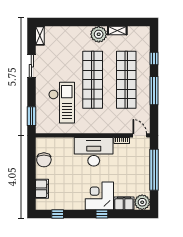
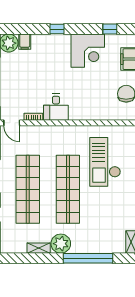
window: (76, 22) -> (88, 258), added
desk: (94, 152) -> (56, 107), width x0.53, depth x0.77
corner desk: (99, 196) -> (88, 51), moved
filing cabinet: (124, 203) -> (25, 42), width x0.50

